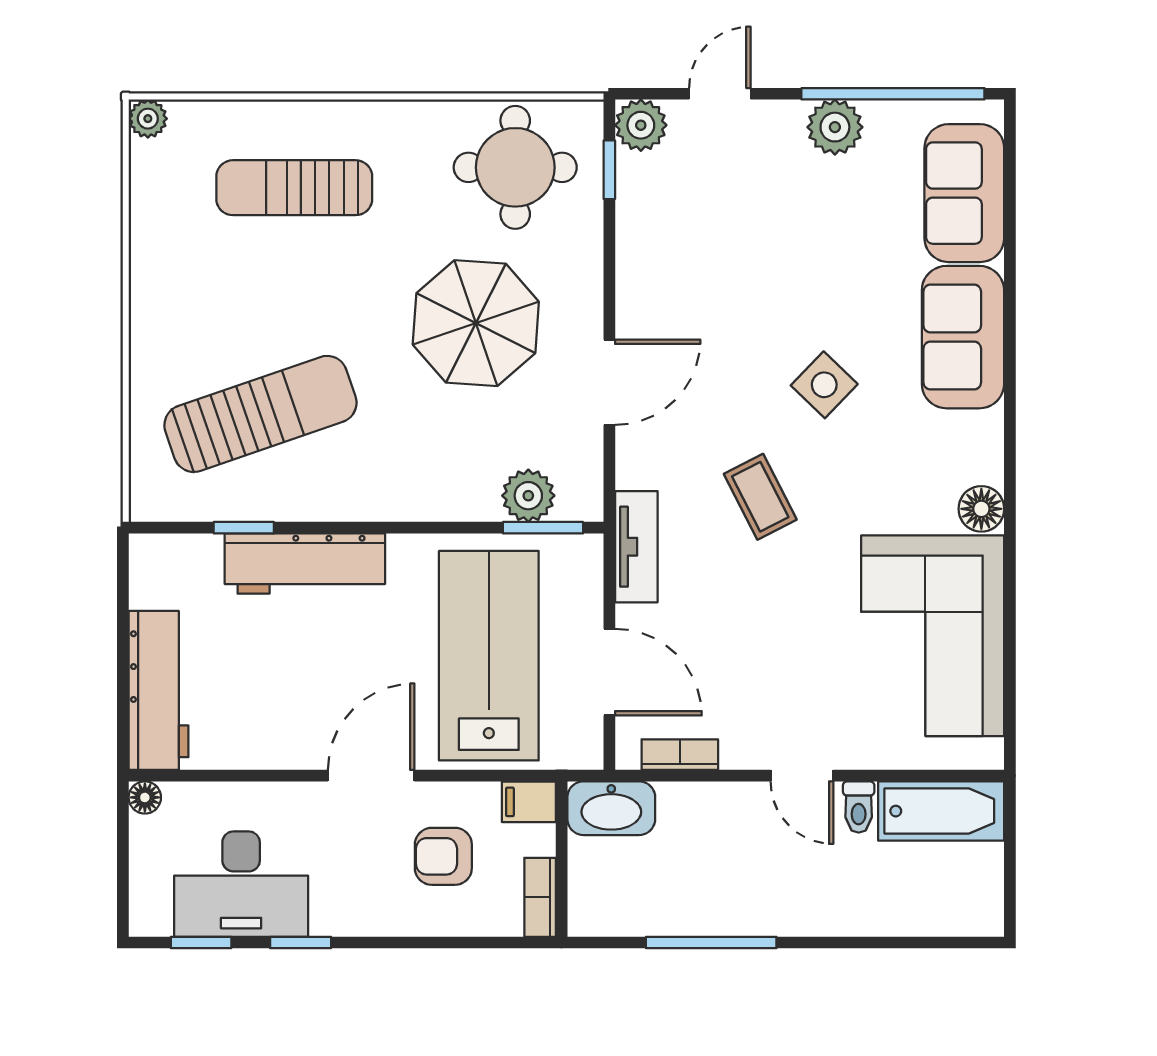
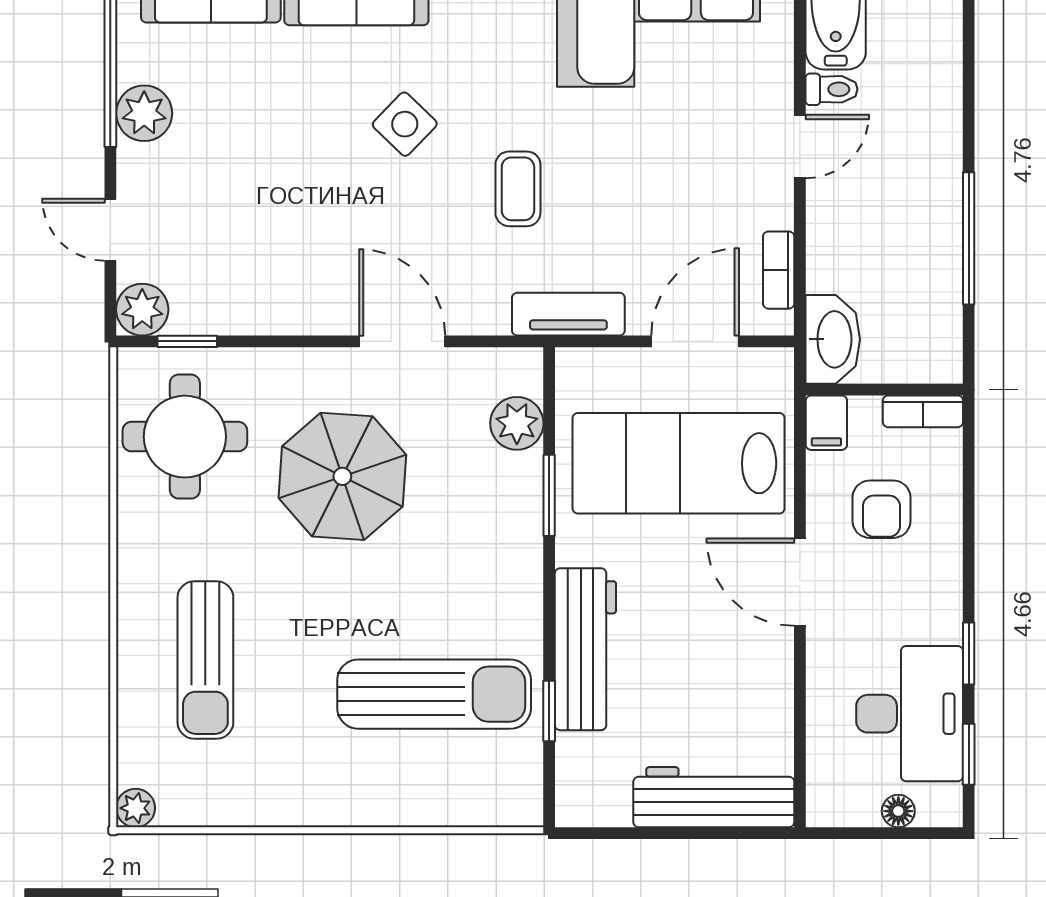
sun lounger: (260, 414) -> (434, 694), turned 109
coffee table: (760, 497) -> (518, 189), turned -63
window: (543, 528) -> (549, 495), moved
floor lamp: (145, 797) -> (898, 811), moved

